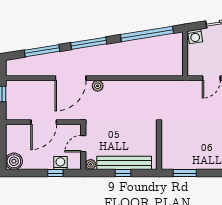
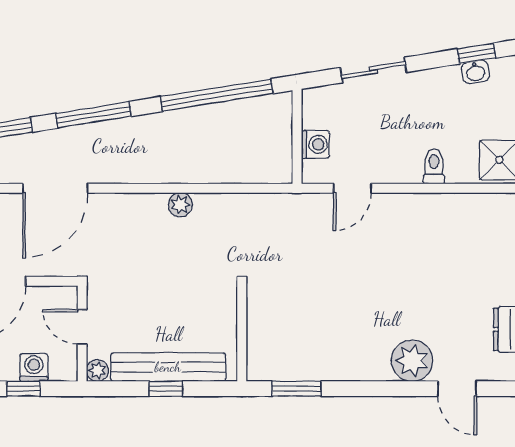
washing machine: (195, 36) -> (315, 144), moved, turned -81
plant: (98, 86) -> (180, 205), moved
door: (83, 144) -> (82, 327), hinge flipped

